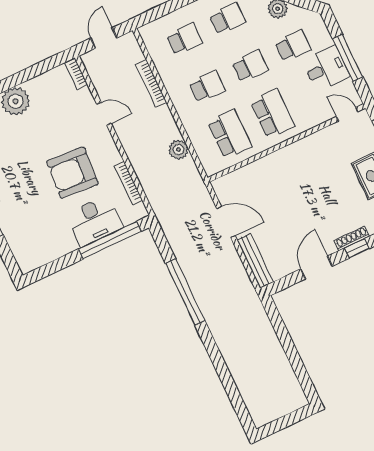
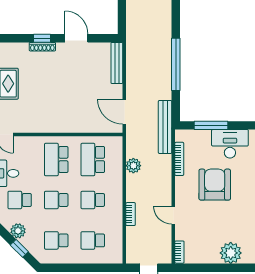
bookcase: (151, 83) -> (131, 214), width x0.64
armchair: (72, 173) -> (215, 185), turned -94
bench: (163, 213) -> (165, 127), added
desk: (95, 221) -> (230, 144), moved
door: (226, 222) -> (124, 112), moved
window: (110, 240) -> (211, 125), width x0.68
door: (316, 268) -> (76, 38), swing flipped

